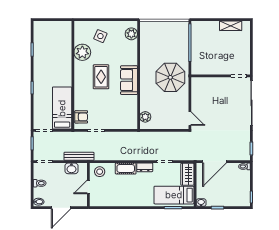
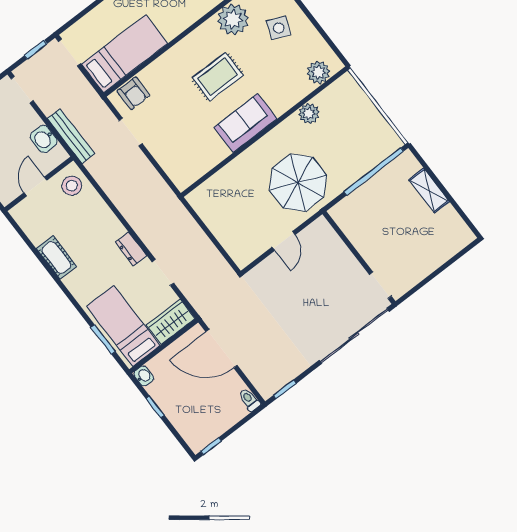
shelving: (231, 26) -> (429, 191), moved
plant: (145, 117) -> (309, 113), moved
door: (190, 119) -> (284, 241), moved
cot: (126, 168) -> (56, 257), moved
door: (88, 187) -> (35, 186), hinge flipped

